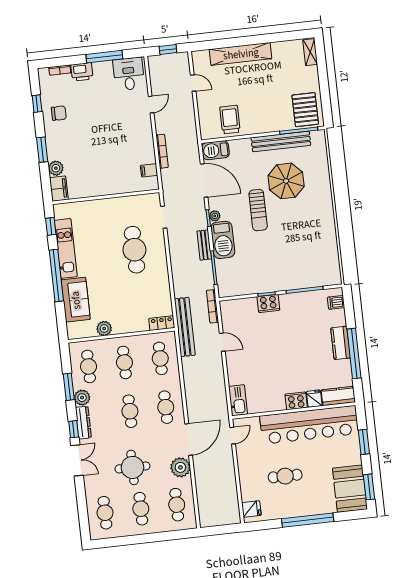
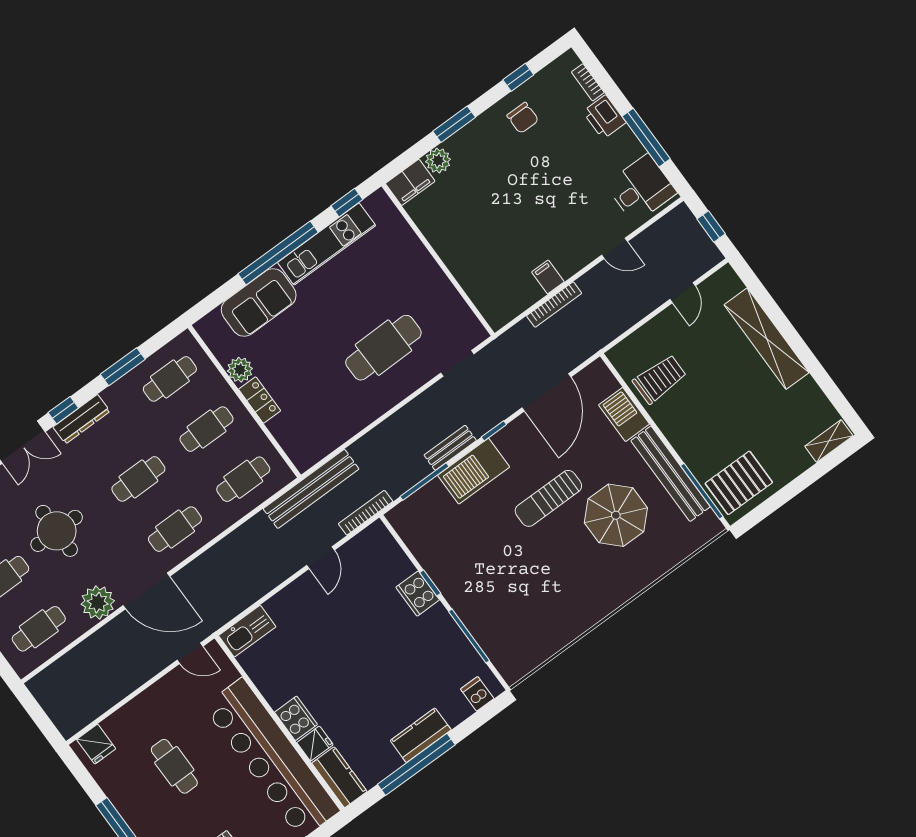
barbecue: (216, 150) -> (624, 414), moved
filing cabinet: (149, 170) -> (548, 277), moved
plant: (215, 216) -> (503, 439), removed
locker: (162, 323) -> (260, 400), moved
plant: (82, 398) -> (118, 396), removed

